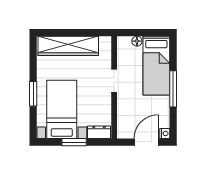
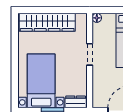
floor lamp: (137, 41) -> (97, 18), moved
window: (33, 94) -> (15, 66), removed

